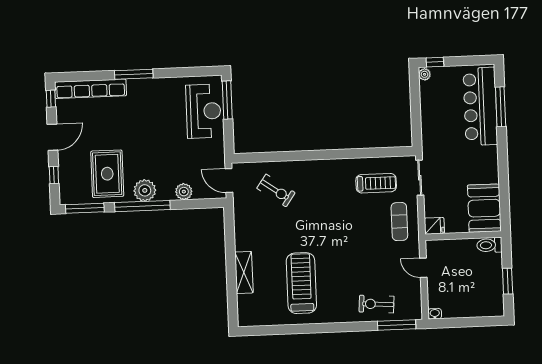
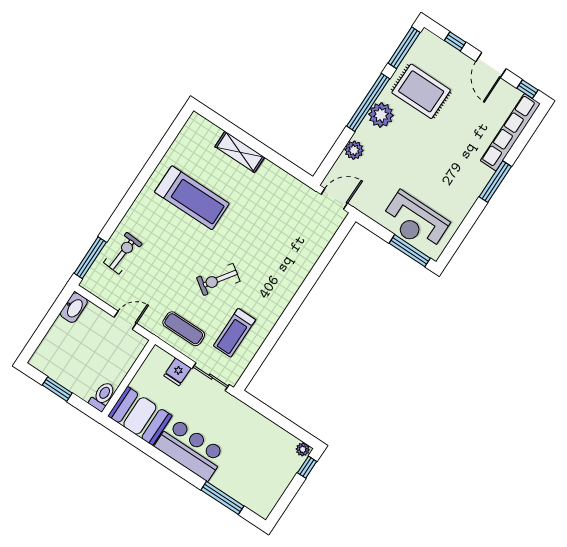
bar counter: (480, 106) -> (190, 449), moved, width x0.73
exercise bike: (276, 190) -> (218, 279), moved
fridge: (434, 226) -> (177, 372), moved
washbasin: (435, 314) -> (74, 308), width x1.91, depth x1.45

